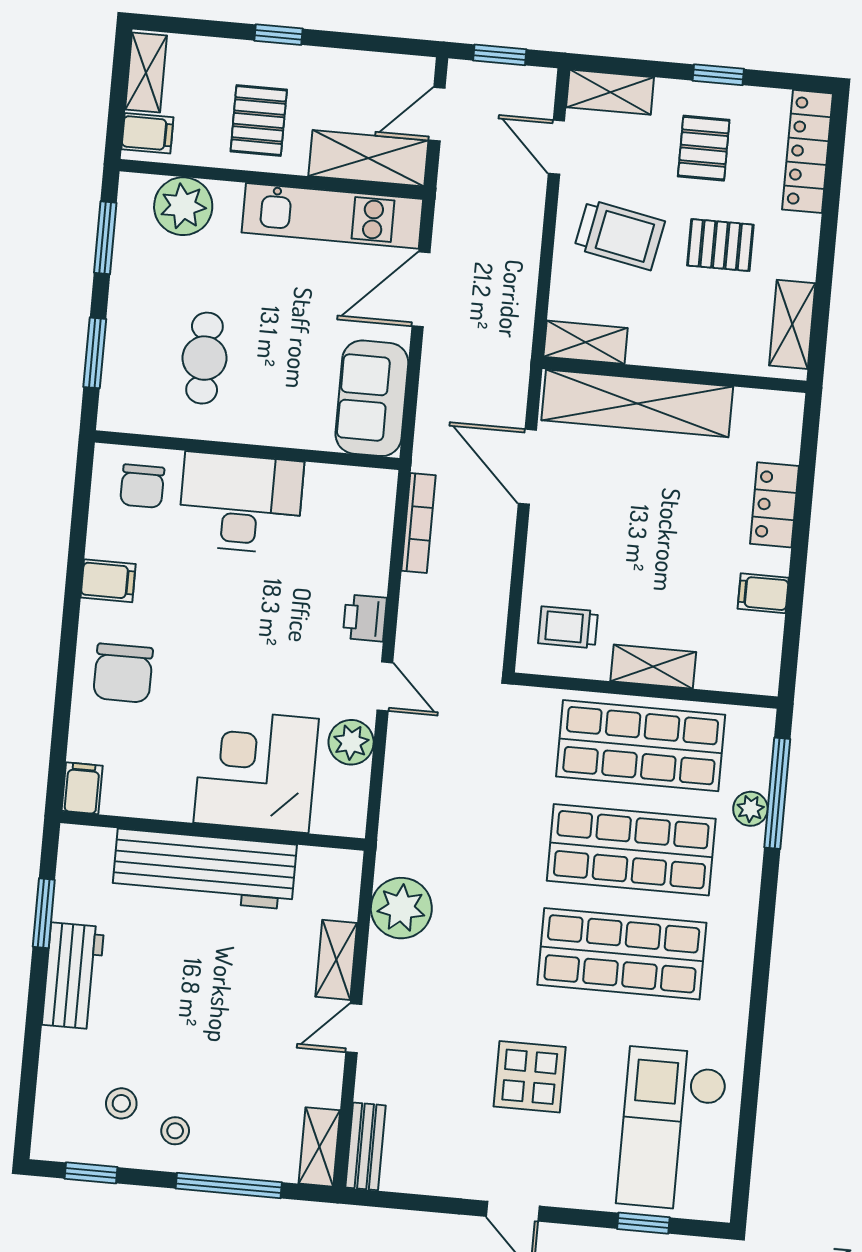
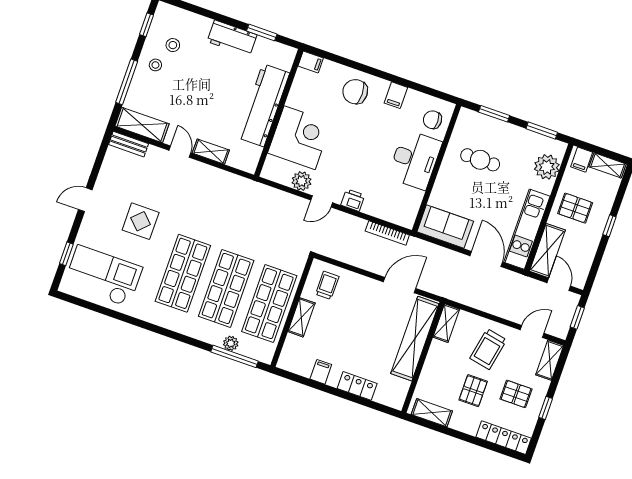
plant: (401, 908) -> (226, 185), removed
shelving: (319, 1147) -> (142, 125), width x1.50, depth x1.33

